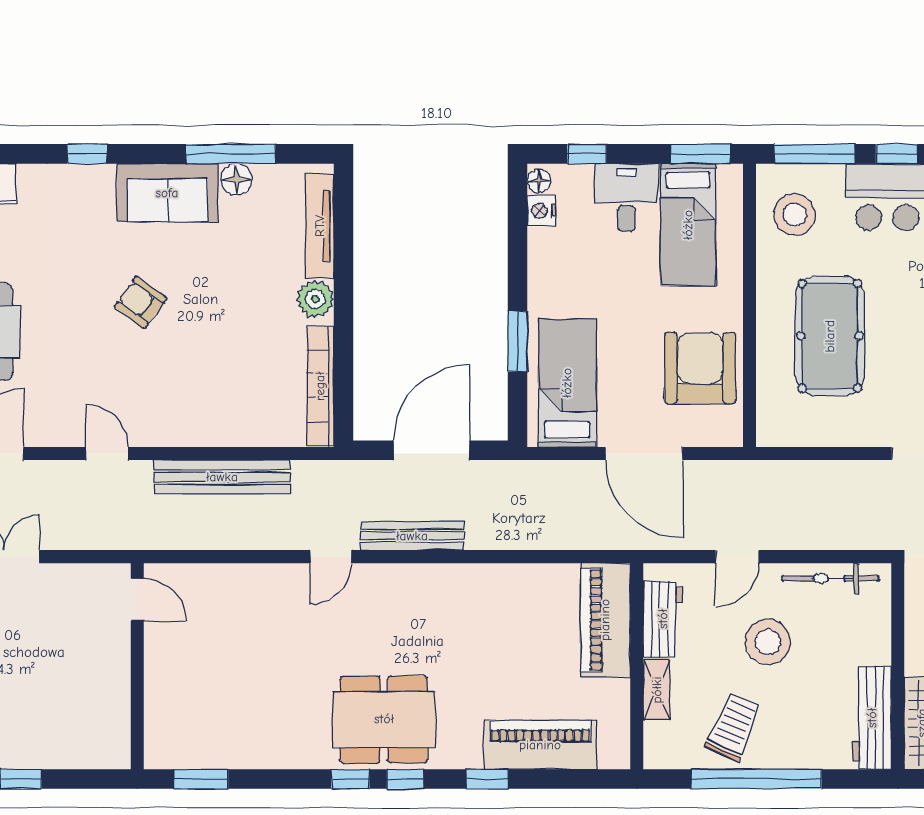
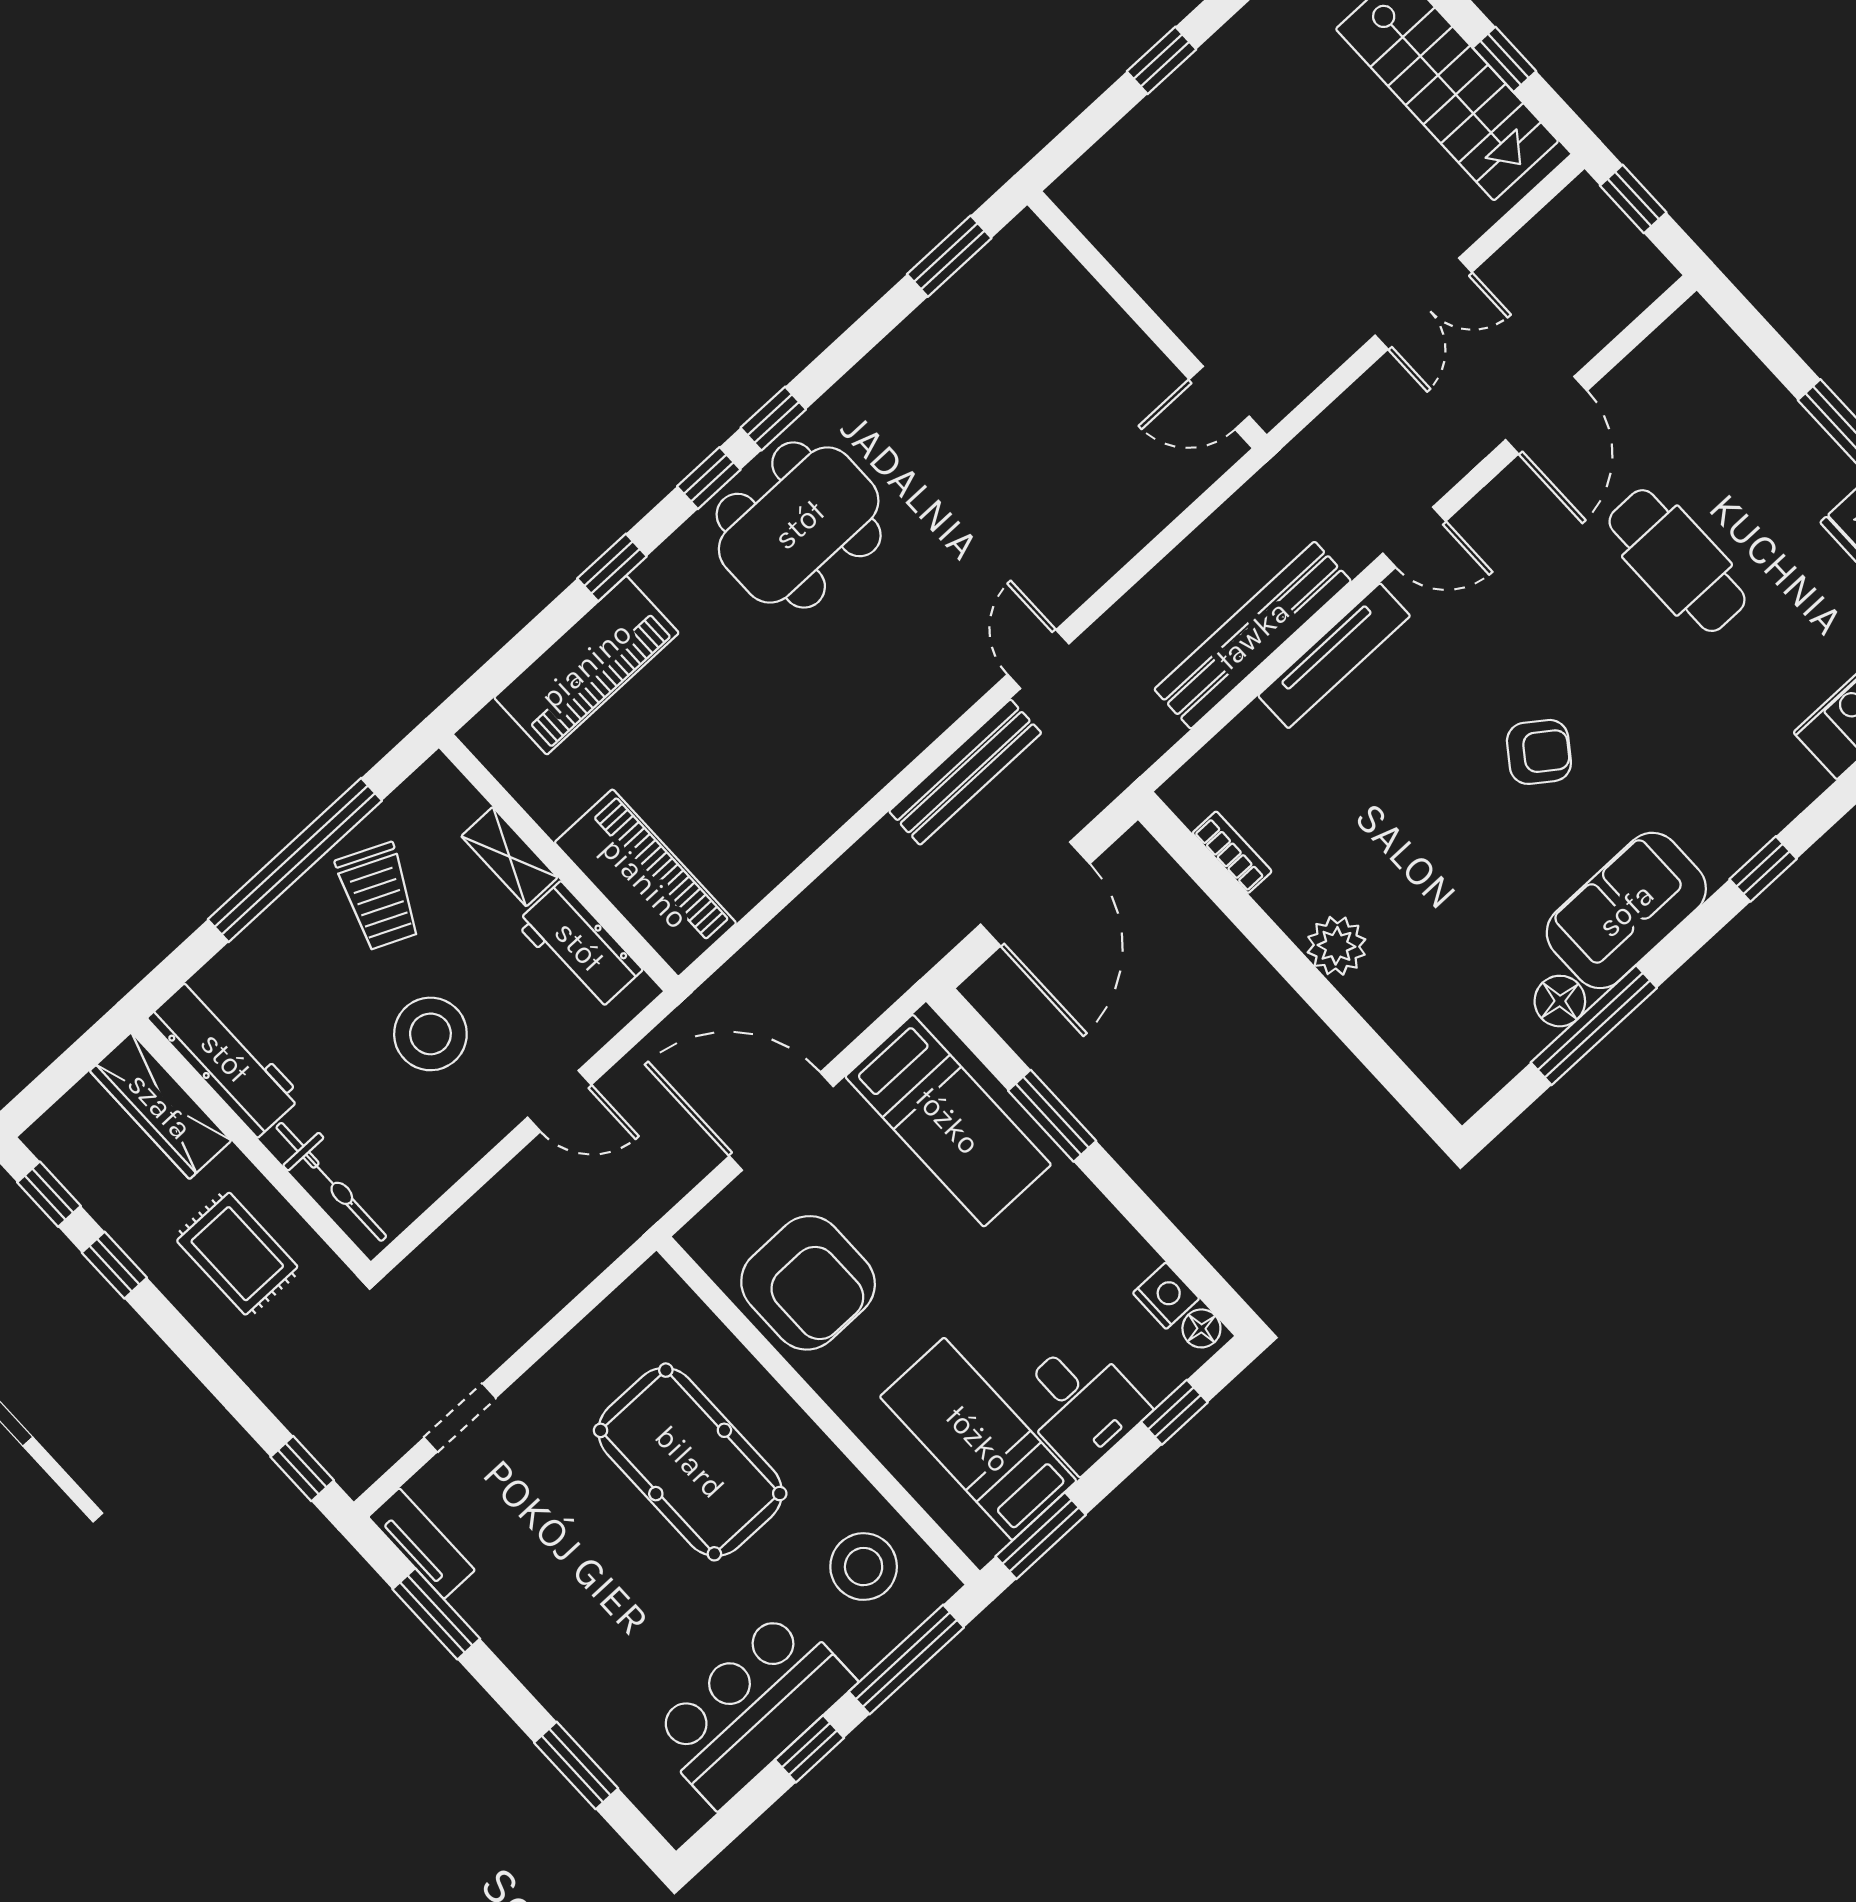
tv unit: (320, 226) -> (1334, 656), moved, turned 90
bookcase: (320, 386) -> (1232, 852), width x0.43, depth x0.76
door: (737, 557) -> (559, 1101), swing flipped
bicycle: (830, 578) -> (331, 1182), moved, turned 90

